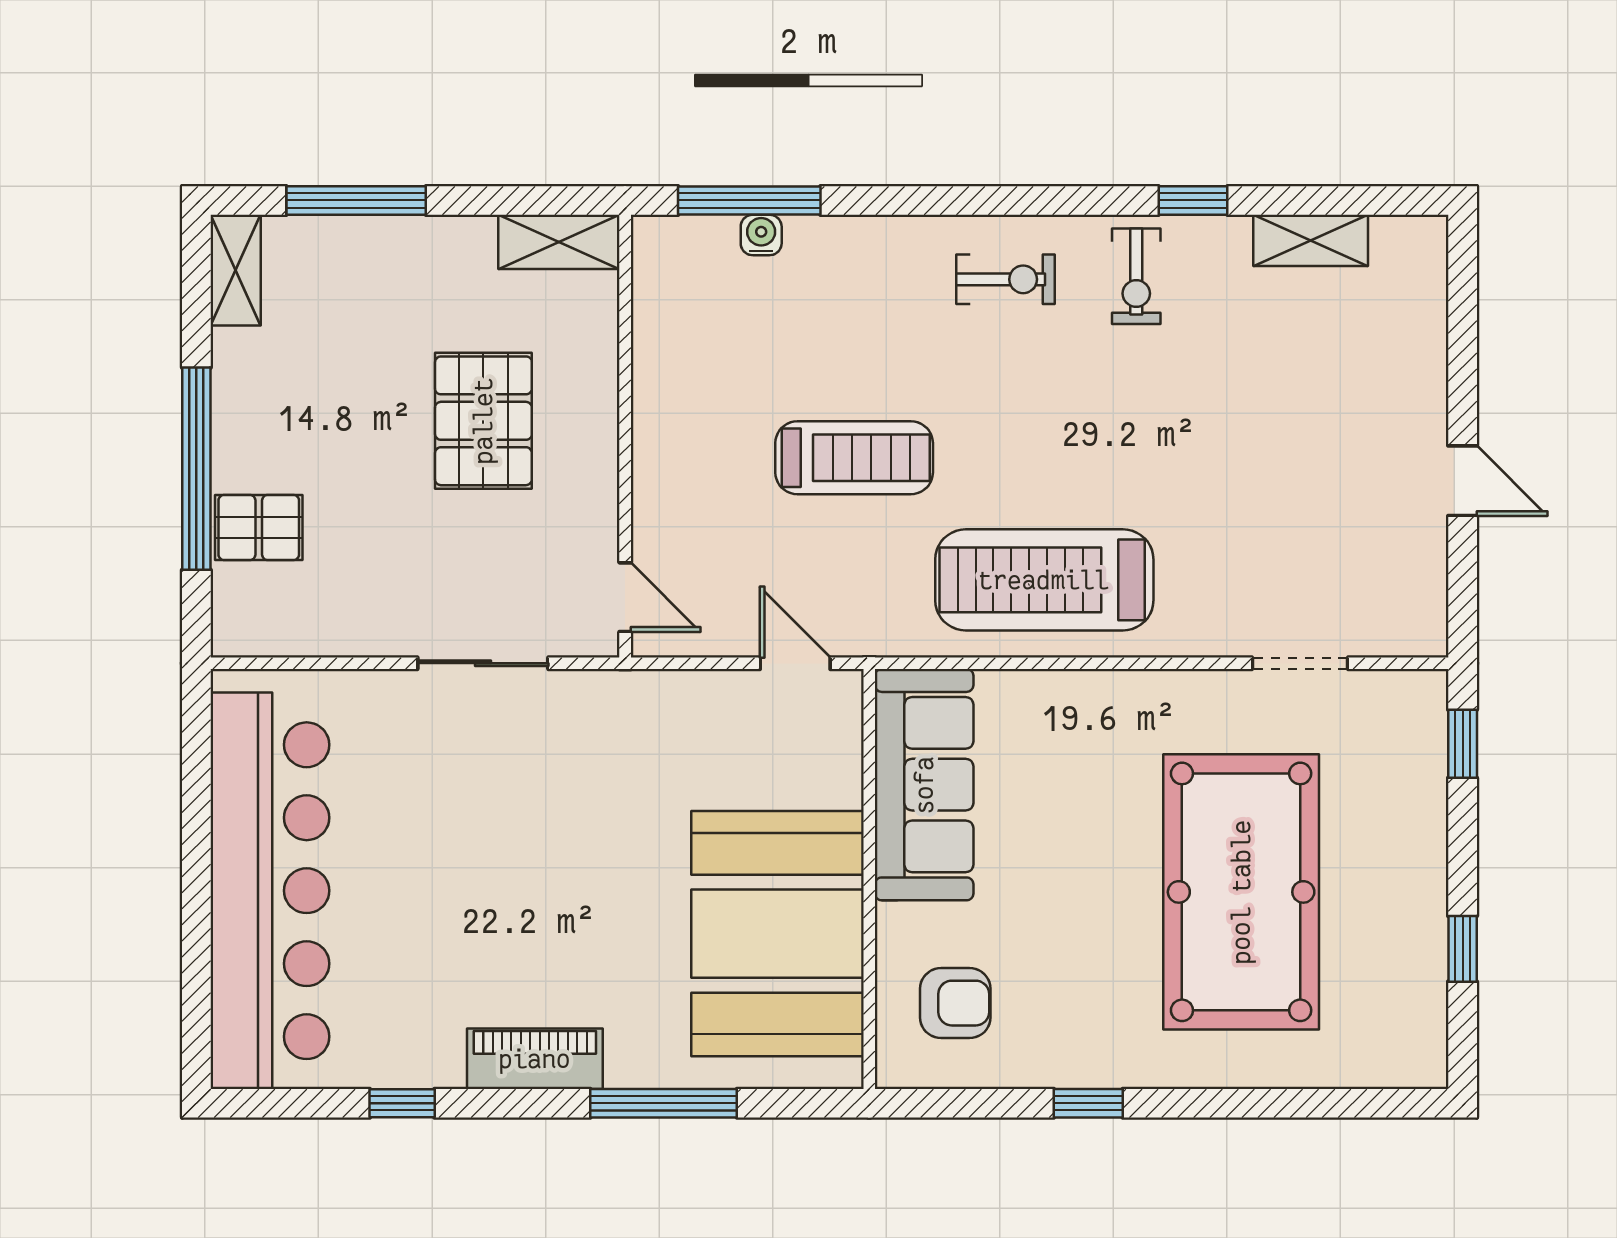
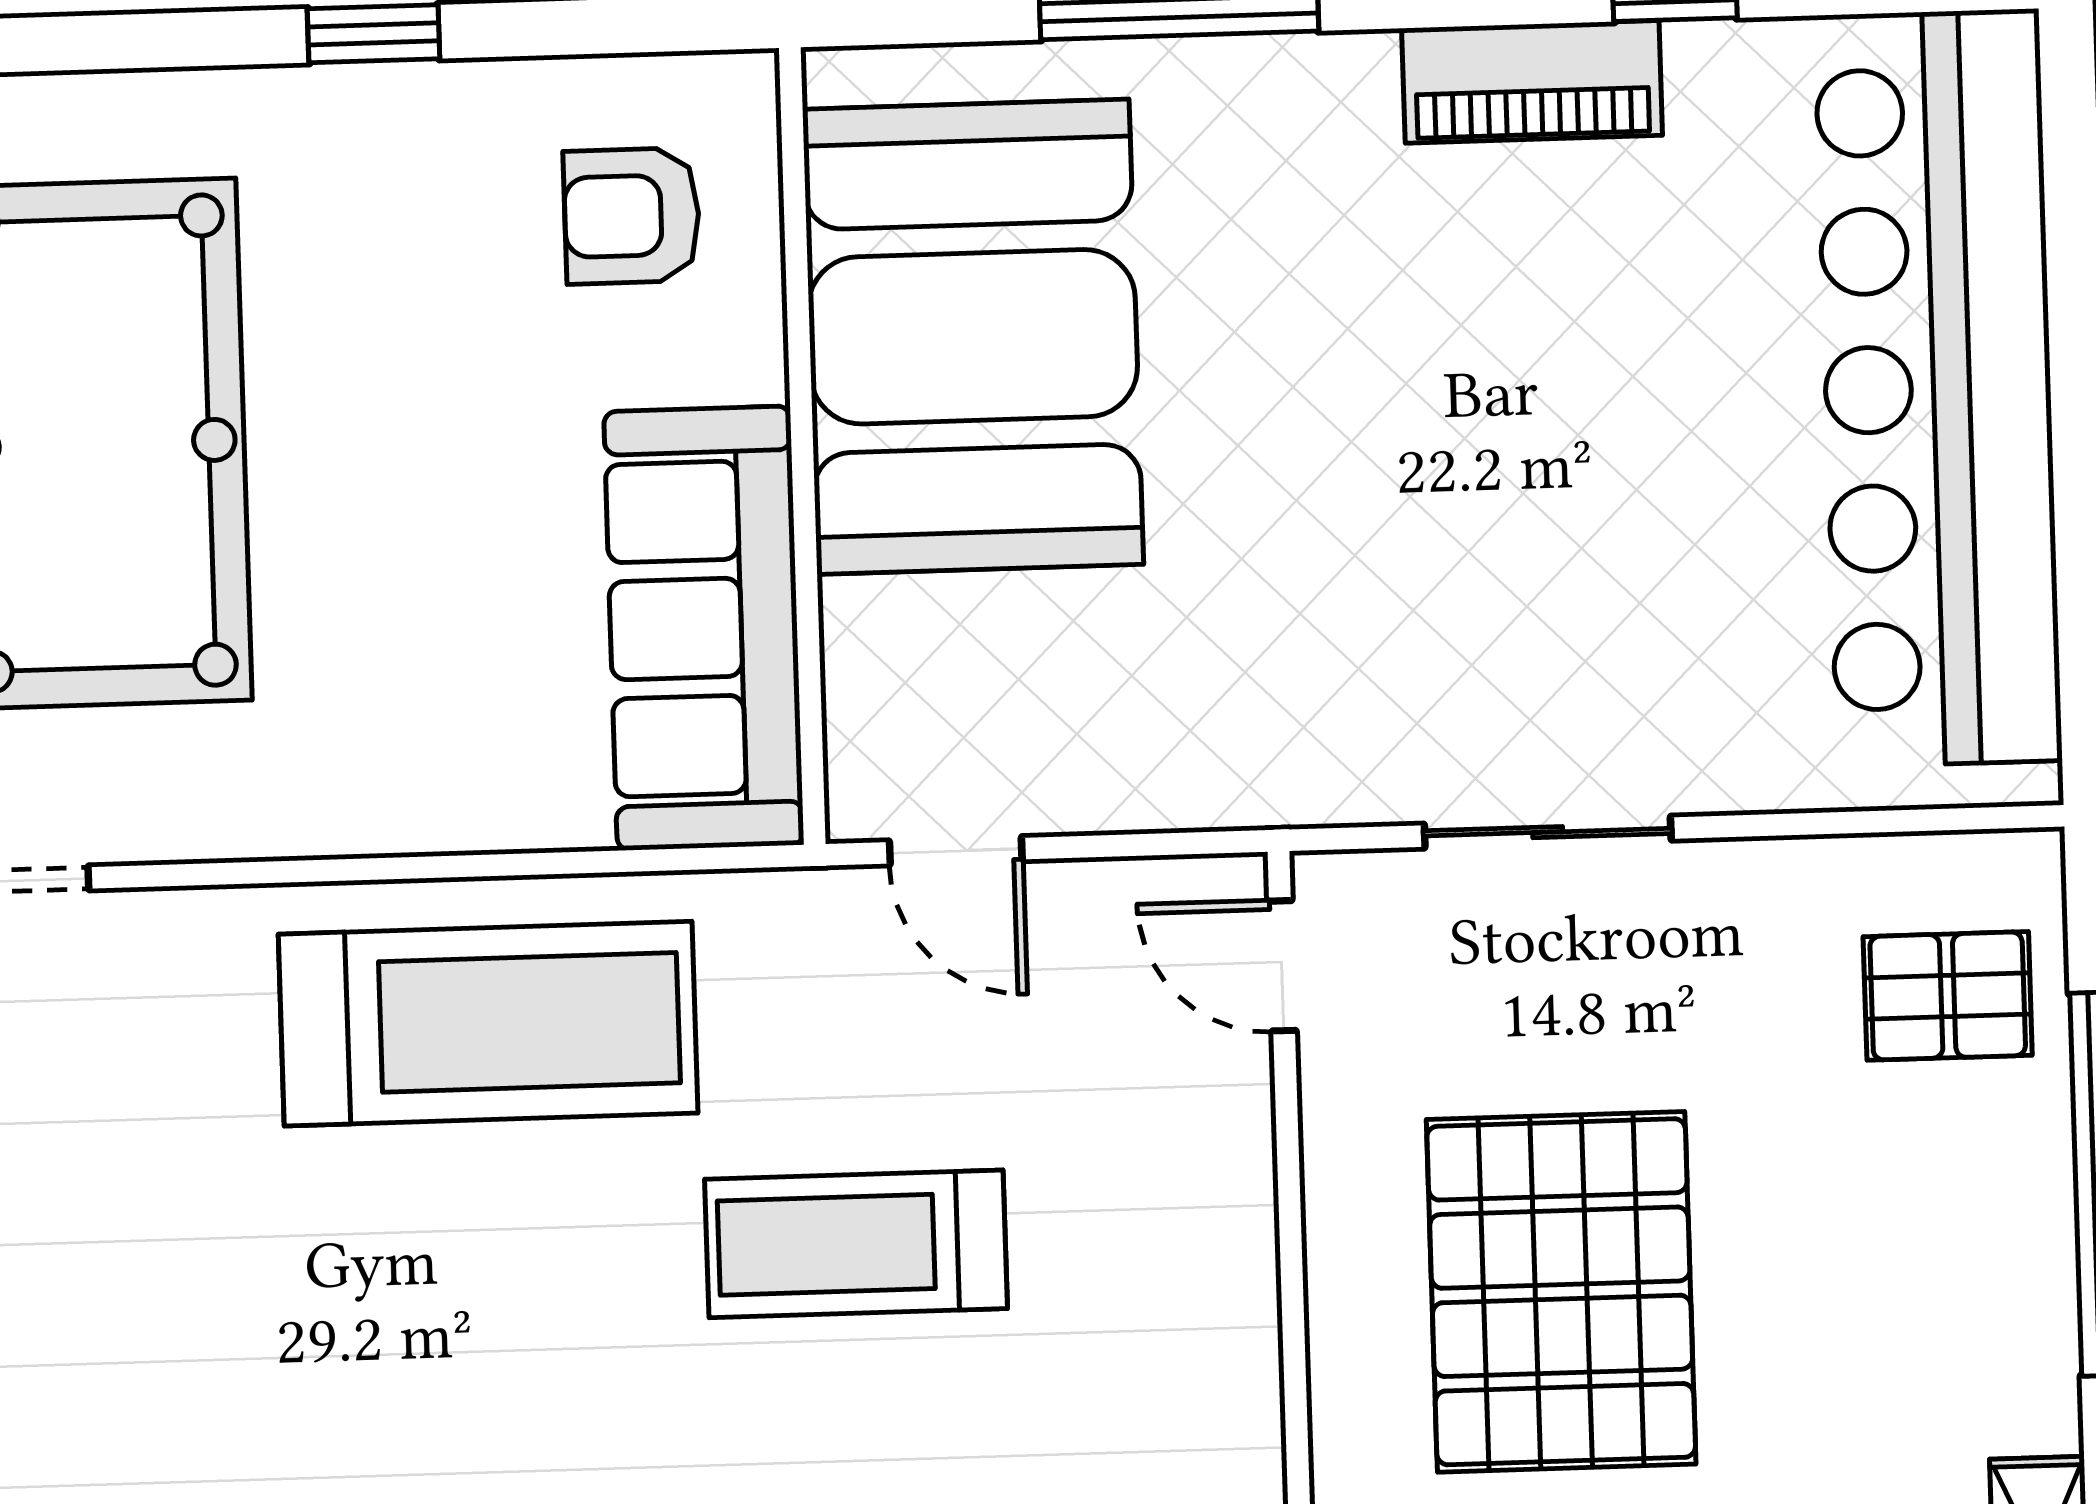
pallet: (483, 421) -> (1561, 1292), width x1.37, depth x1.41
pallet: (259, 528) -> (1948, 996), moved
piano: (535, 1059) -> (1532, 82), moved

